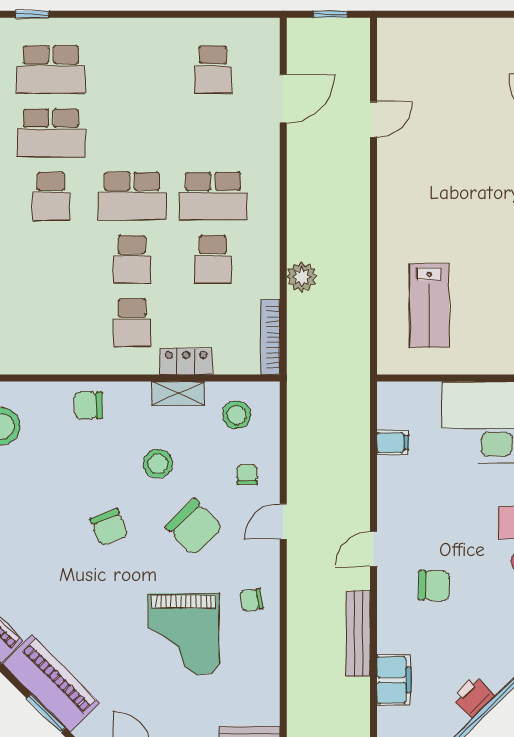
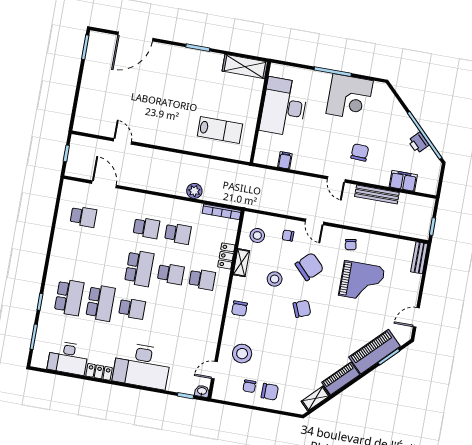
school desk: (213, 196) -> (146, 228), width x0.54

